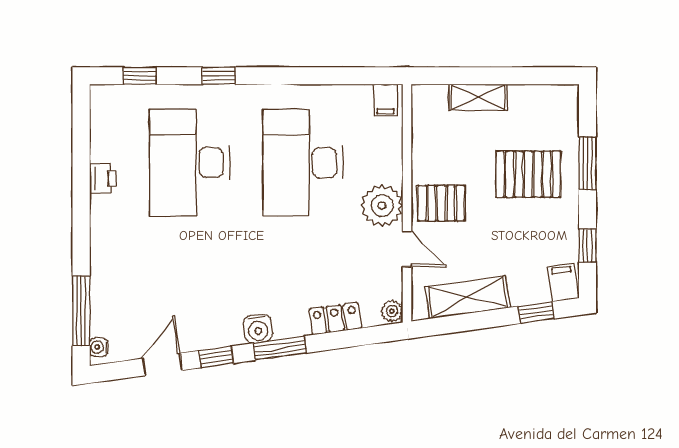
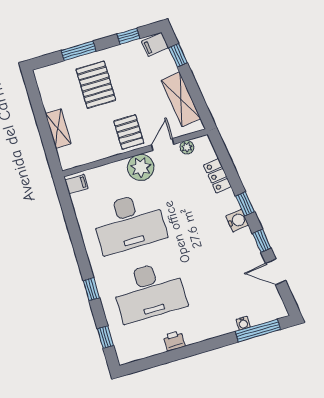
plant: (392, 311) -> (187, 147), moved
water cooler: (99, 347) -> (243, 323), moved
window: (280, 348) -> (245, 204), width x0.67

